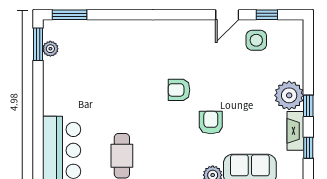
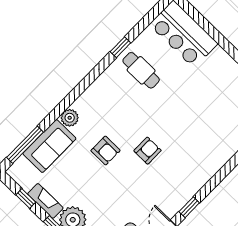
window: (191, 15) -> (189, 207), added

